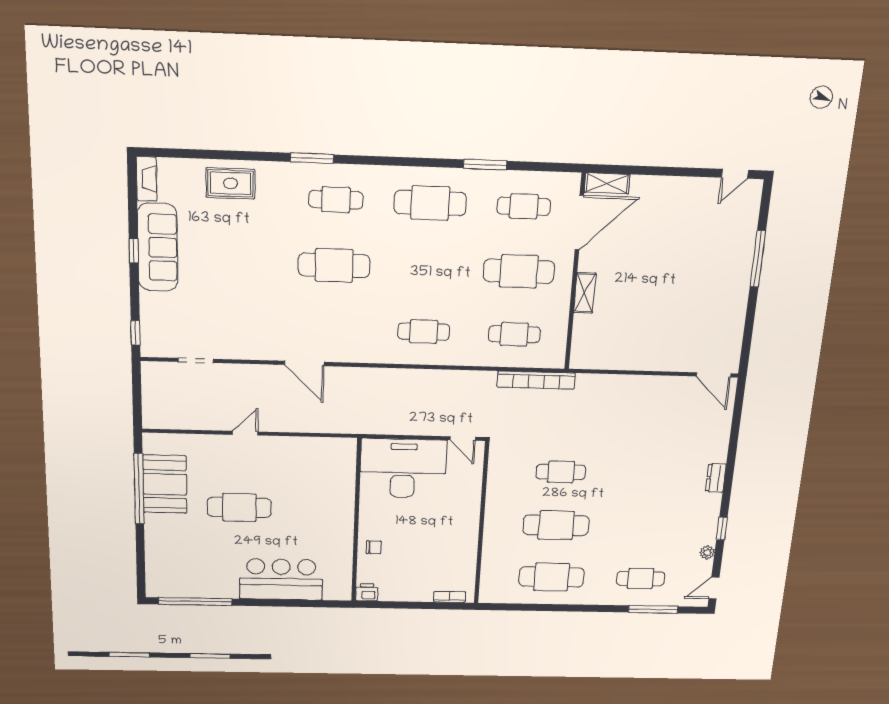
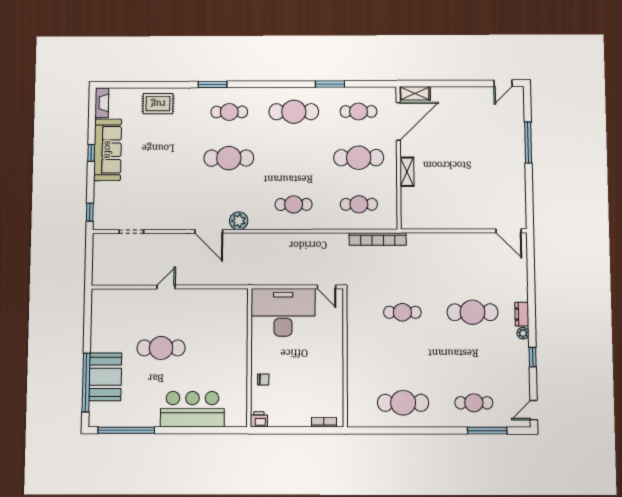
plant: (346, 351) -> (239, 221), added
booth: (165, 484) -> (105, 377), moved
window: (139, 489) -> (86, 382), moved
cafe table: (556, 525) -> (472, 312), moved
plant: (707, 553) -> (523, 333), moved

